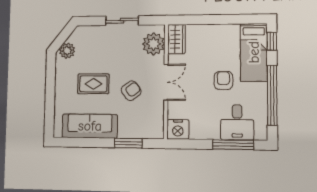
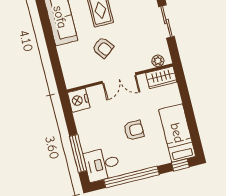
plant: (154, 44) -> (158, 61), width x0.53, depth x0.53
bed: (254, 52) -> (177, 133), moved, turned 90
desk: (237, 122) -> (102, 164), moved
window: (128, 143) -> (54, 58), removed

